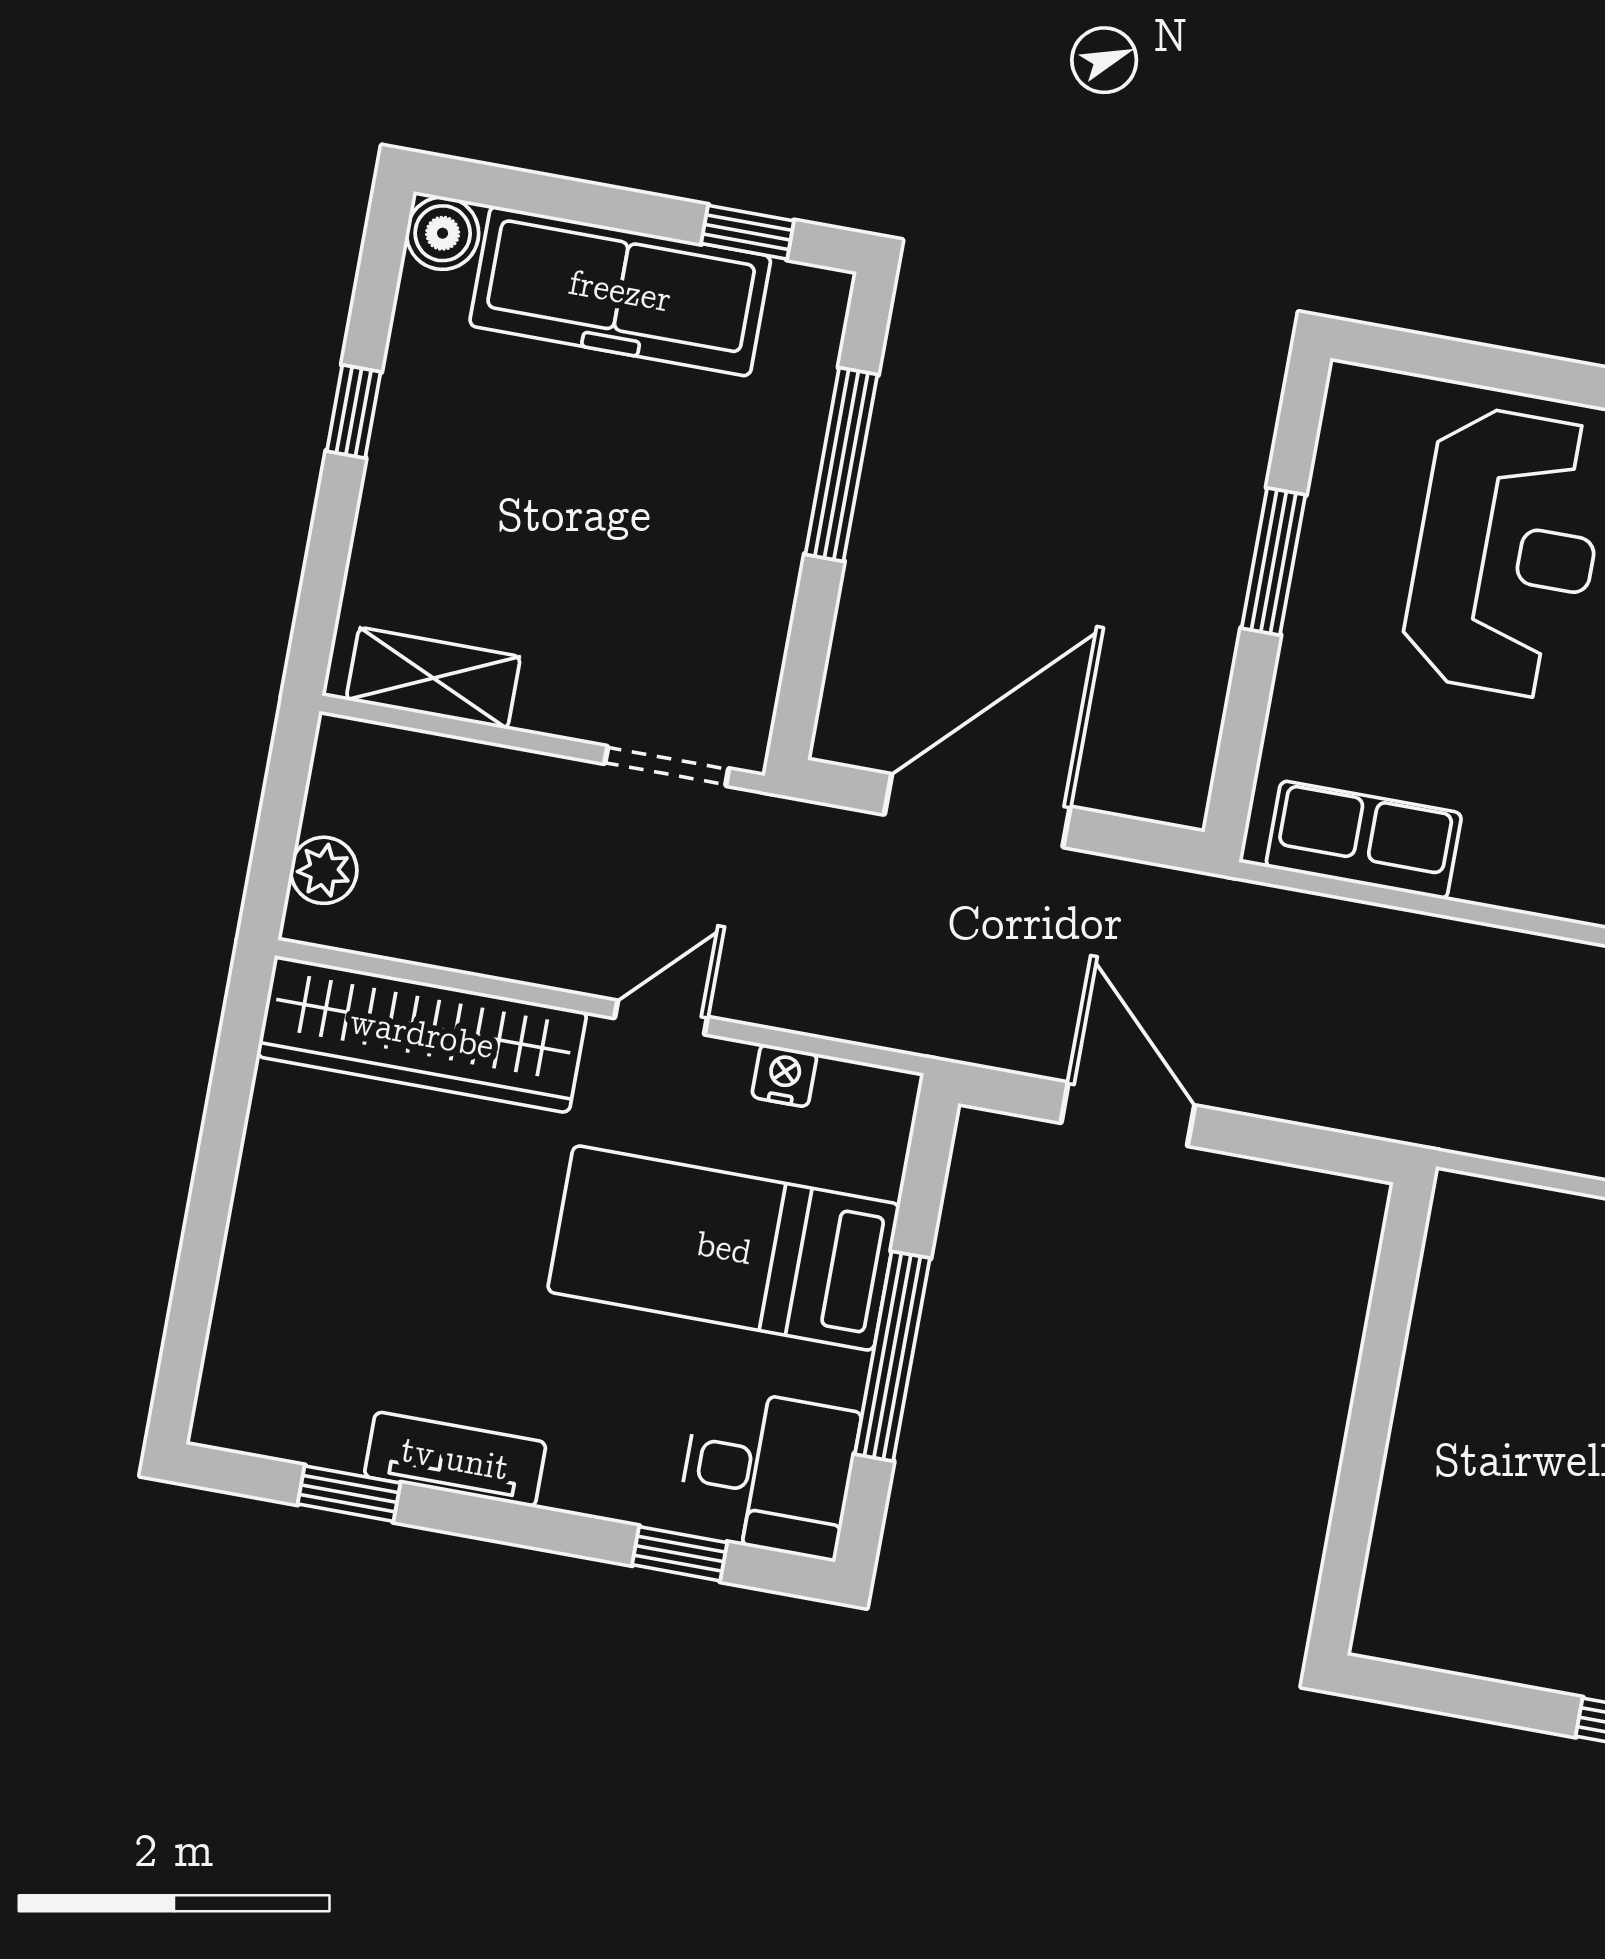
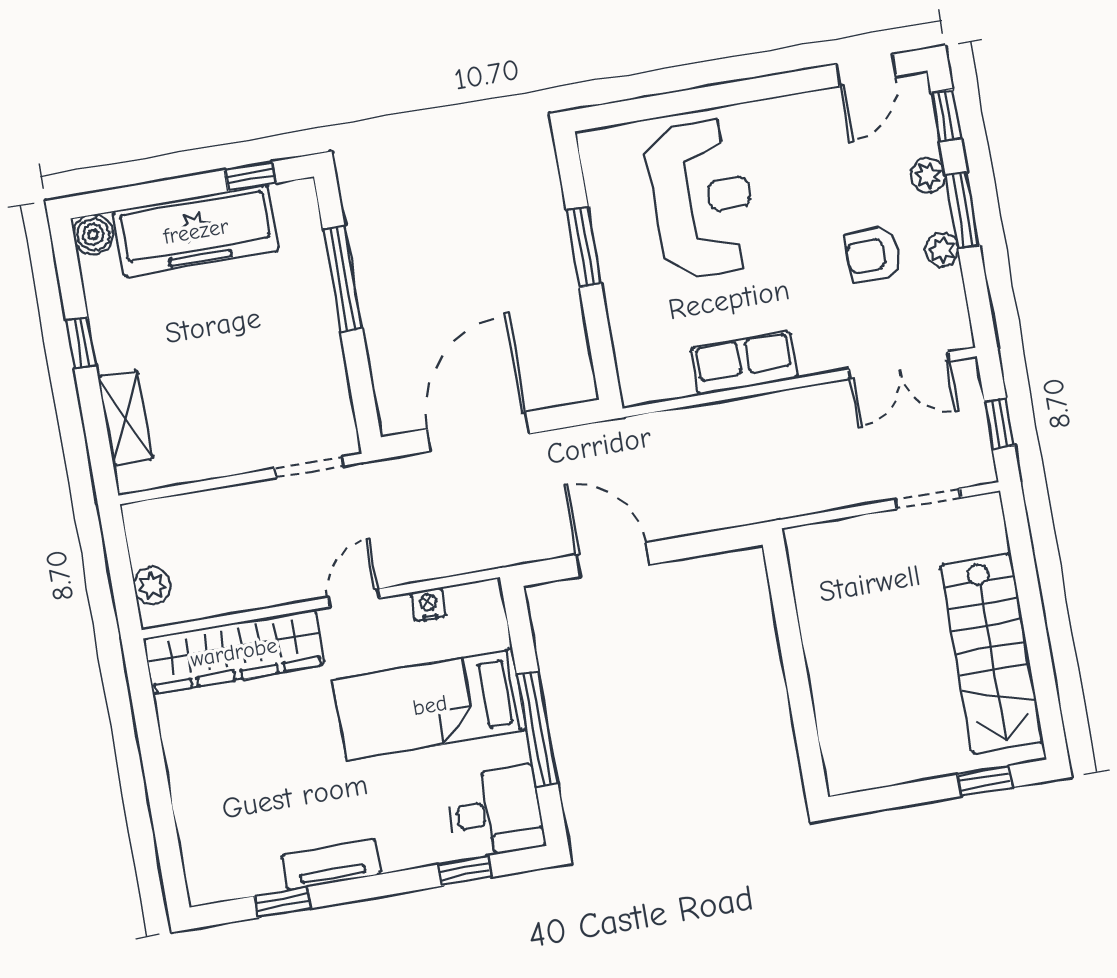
shelving: (433, 678) -> (125, 418), moved, turned 90
row of seats: (1364, 840) -> (744, 363), moved

